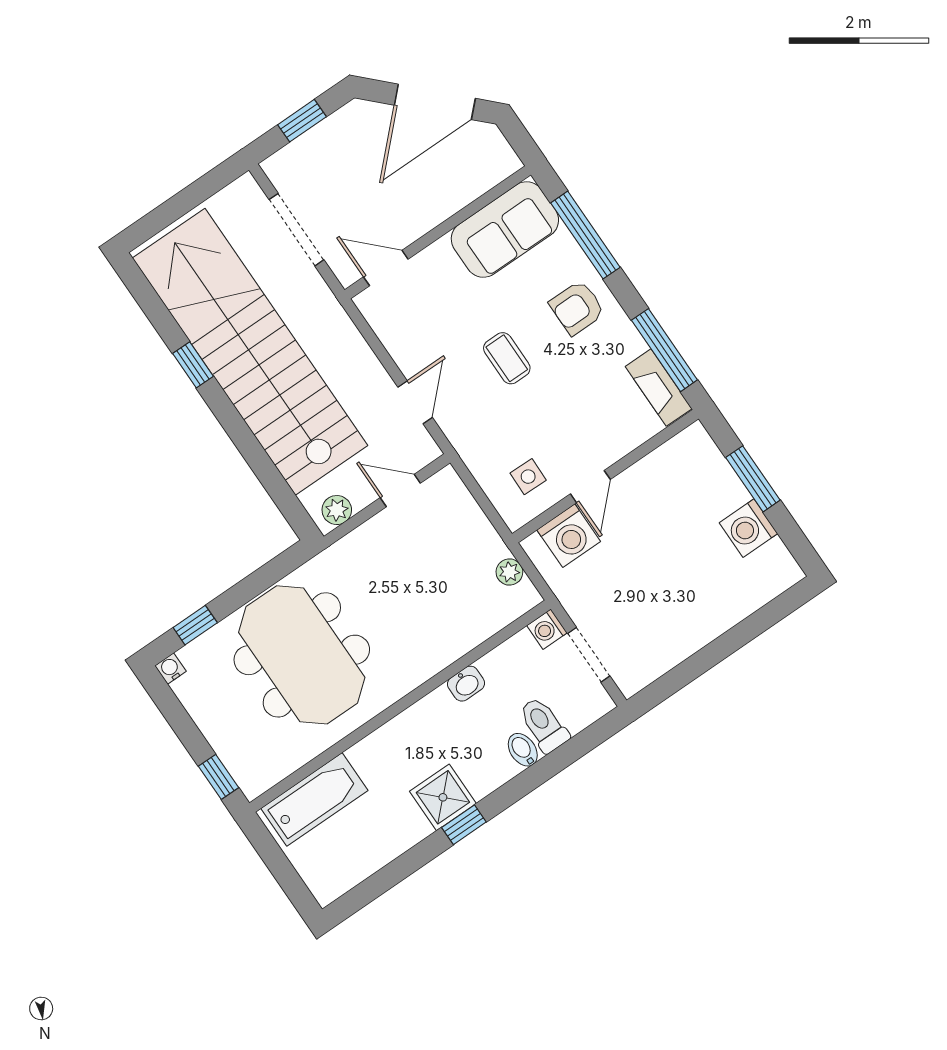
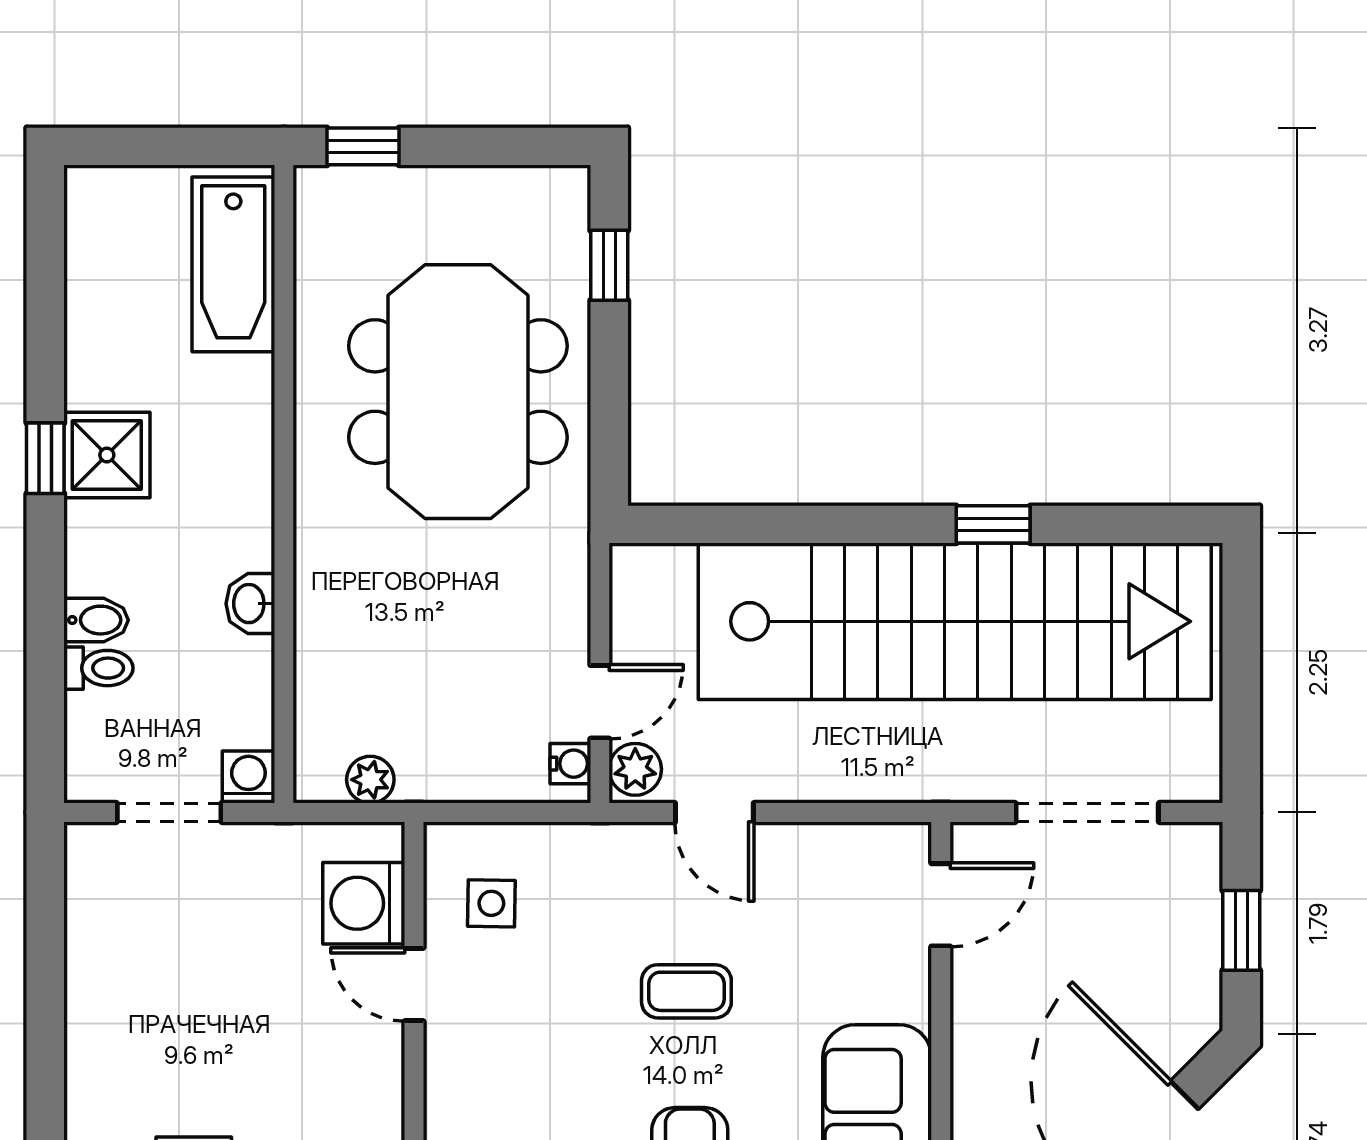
plant: (337, 510) -> (635, 769), moved
meeting table: (302, 655) -> (458, 392), turned 90
water cooler: (170, 669) -> (570, 764), moved
toilet: (544, 725) -> (98, 668), width x0.73, depth x0.72

